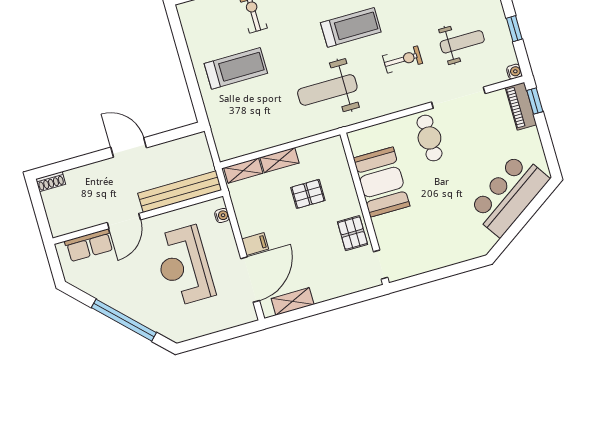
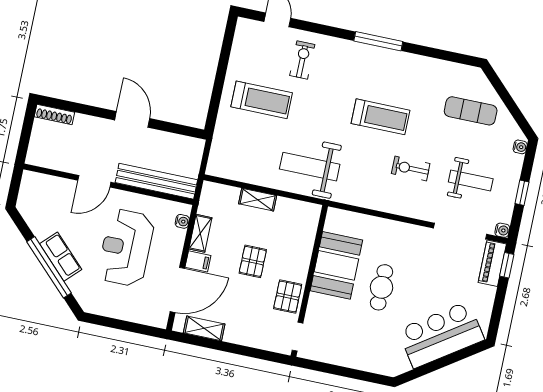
exercise bike: (402, 60) -> (411, 168), turned 180
weight bench: (327, 90) -> (310, 167), moved
doorway: (458, 98) -> (460, 231), moved
cafe table: (429, 138) -> (381, 287), moved
shelving: (243, 170) -> (200, 233), moved, turned 90
shoe rack: (51, 182) -> (54, 115), width x1.43
pallet: (308, 194) -> (253, 261), moved, turned 90
row of seats: (89, 245) -> (61, 257), moved, turned -135

